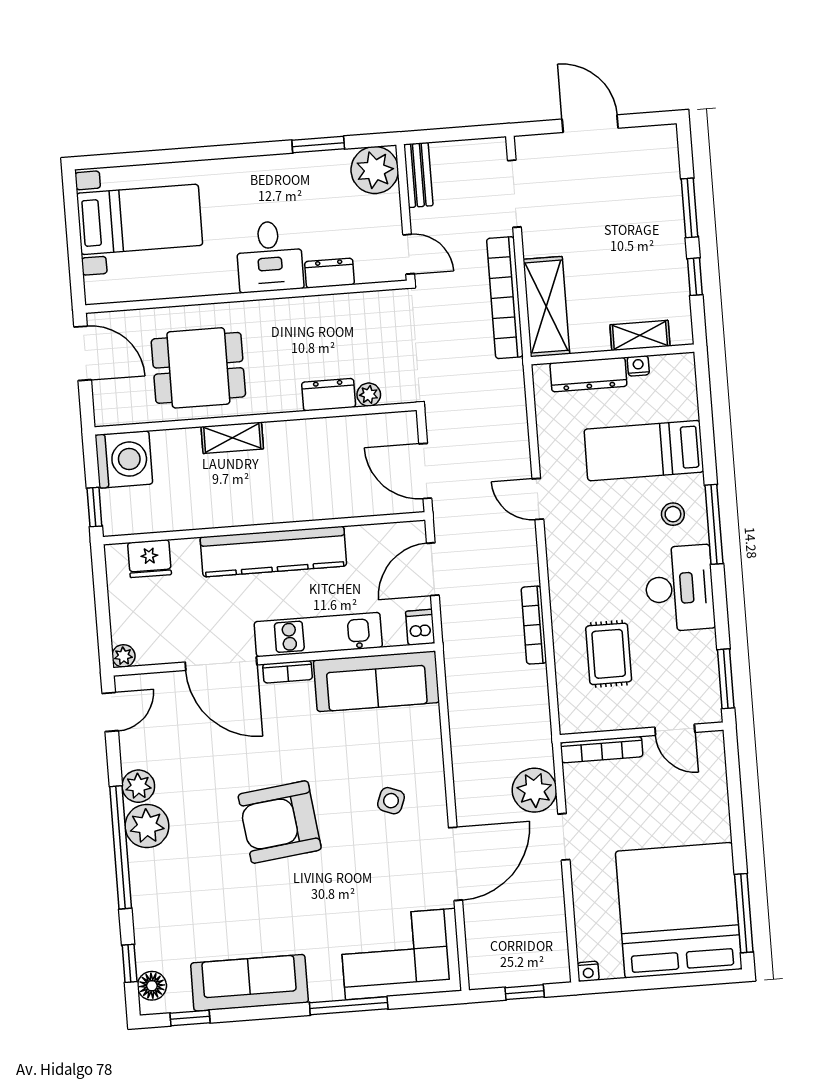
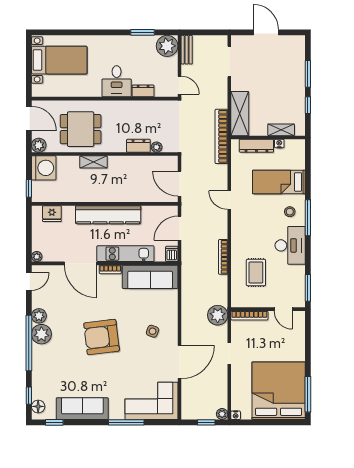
bookcase: (505, 298) -> (221, 136), moved
plant: (109, 410) -> (39, 145), added
plant: (534, 790) -> (218, 315), moved
plant: (558, 971) -> (222, 414), added

